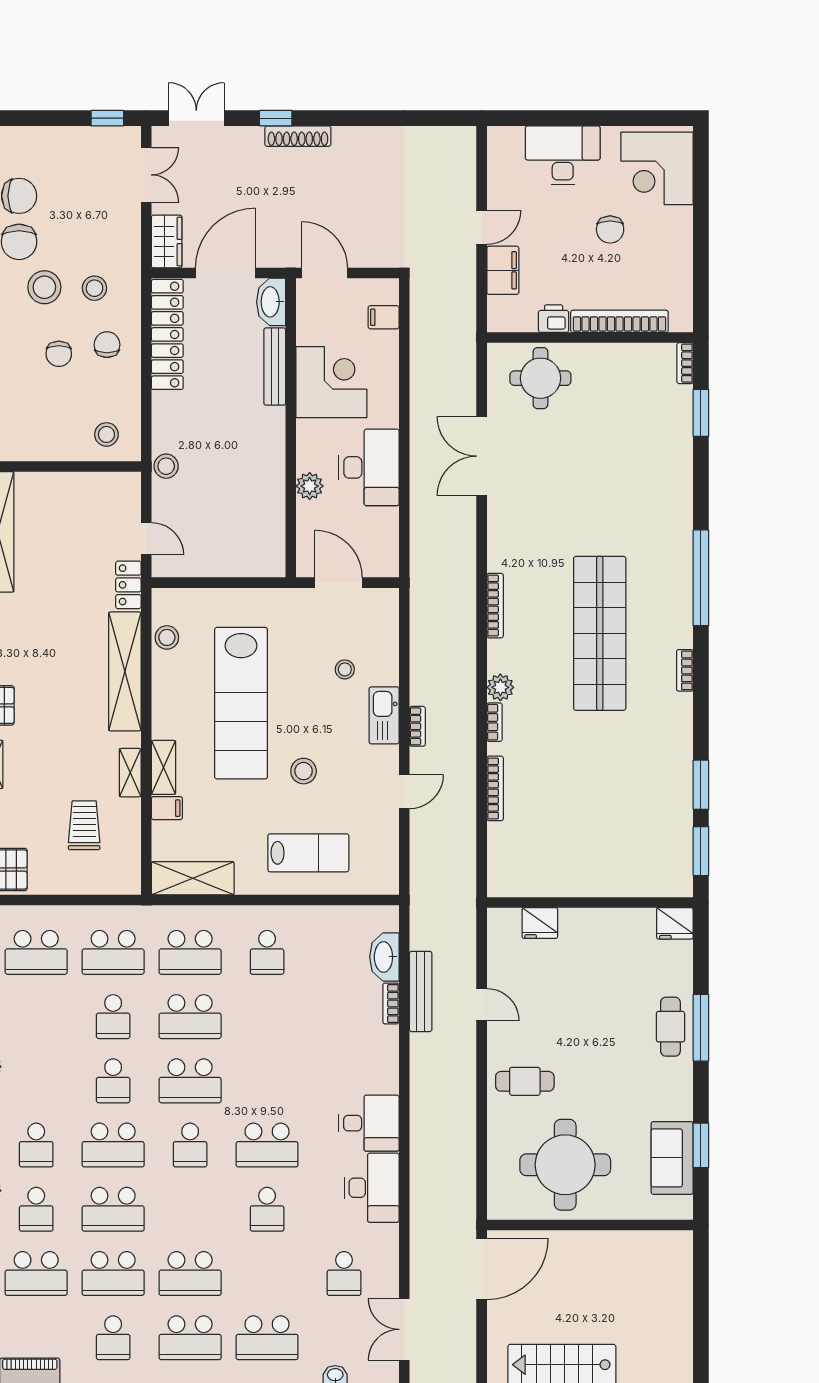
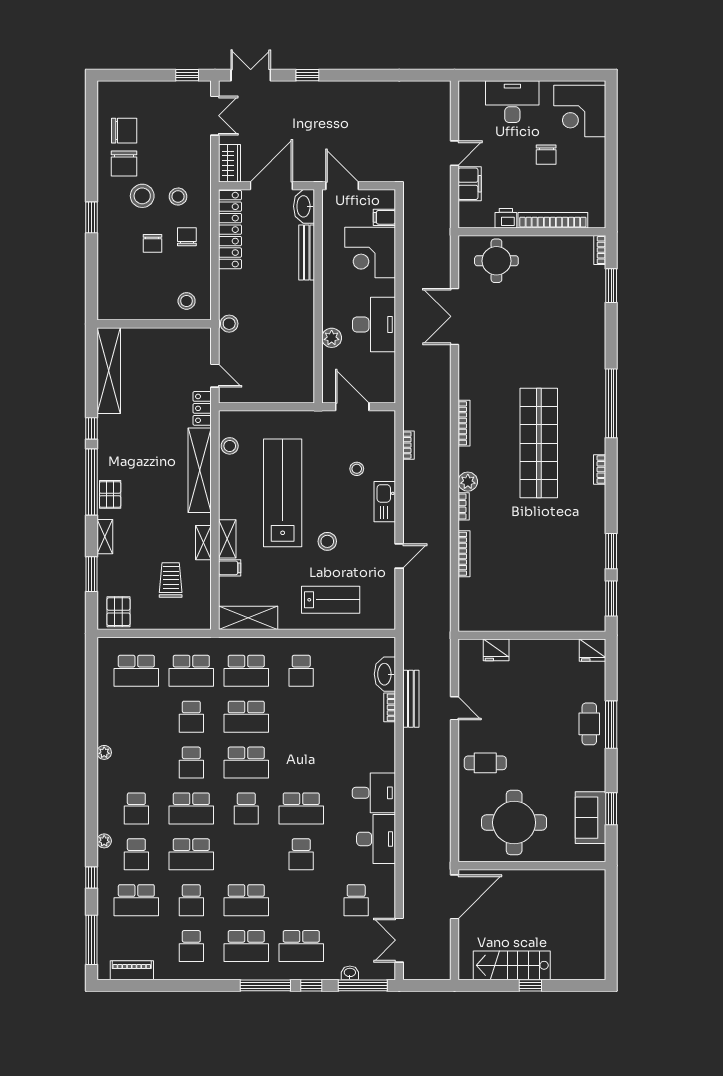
shoe rack: (298, 136) -> (323, 88), removed
corner desk: (331, 382) -> (370, 252), moved, turned 180
lab bench: (241, 703) -> (283, 493), turned 180
bookcase: (417, 726) -> (409, 445), moved
school desk: (113, 1274) -> (191, 900), width x0.54

